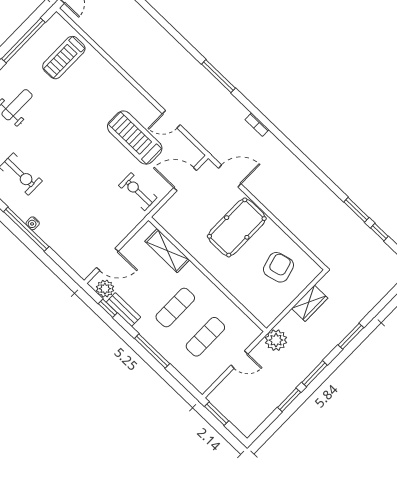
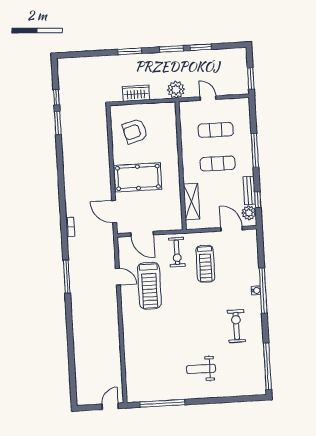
treadmill: (64, 58) -> (205, 264), moved, turned 90

